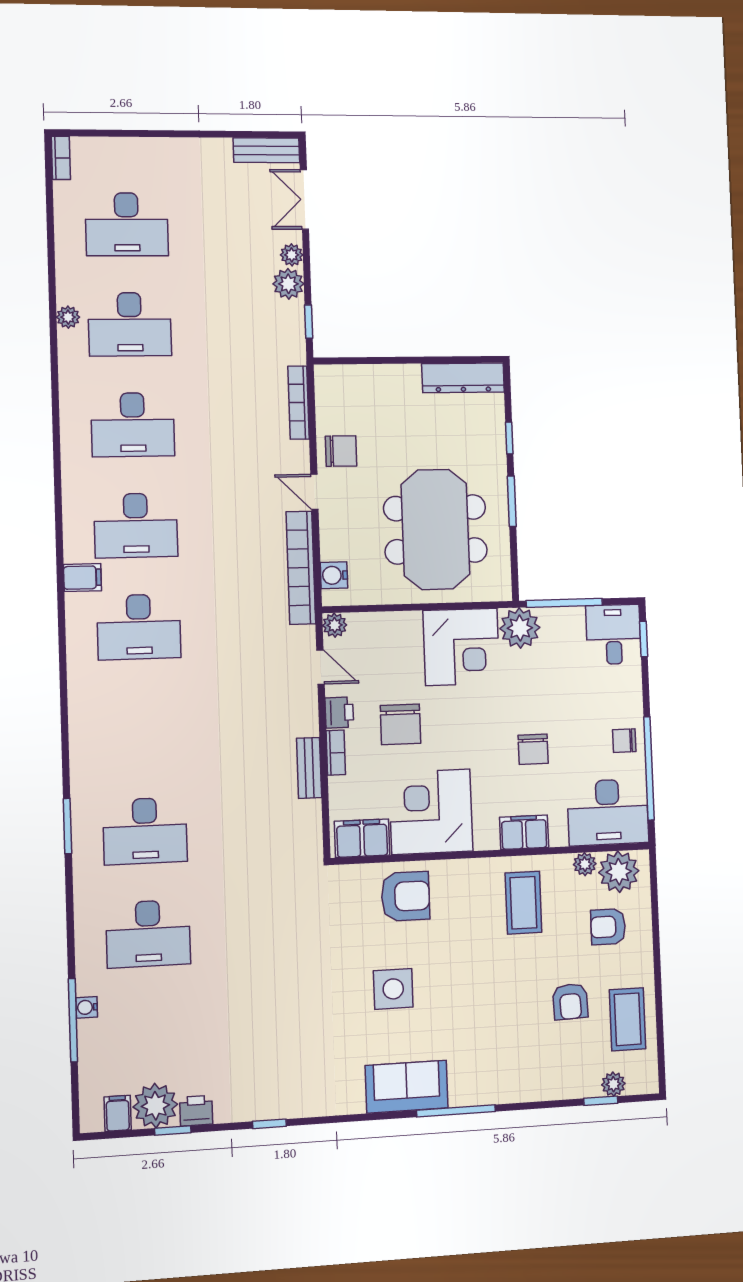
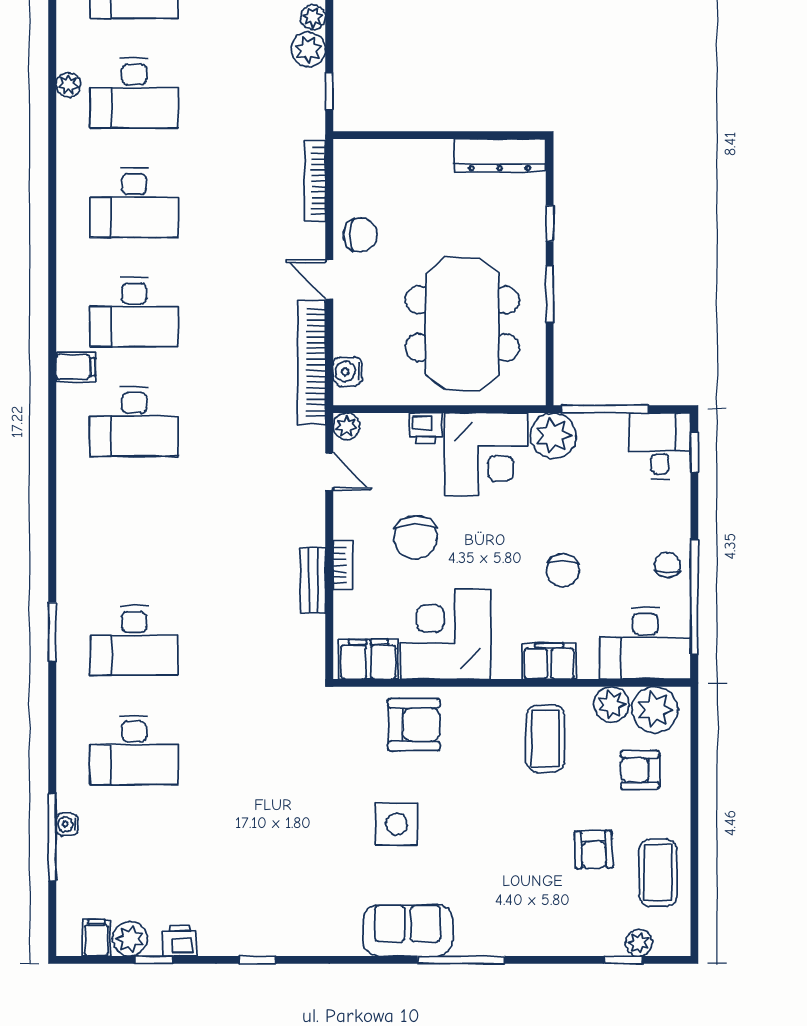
printer: (339, 713) -> (426, 428), moved, turned 90
chair: (624, 741) -> (667, 565), turned 90
plant: (585, 864) -> (612, 704), width x1.38, depth x1.38
plant: (155, 1106) -> (130, 939), width x0.73, depth x0.73

